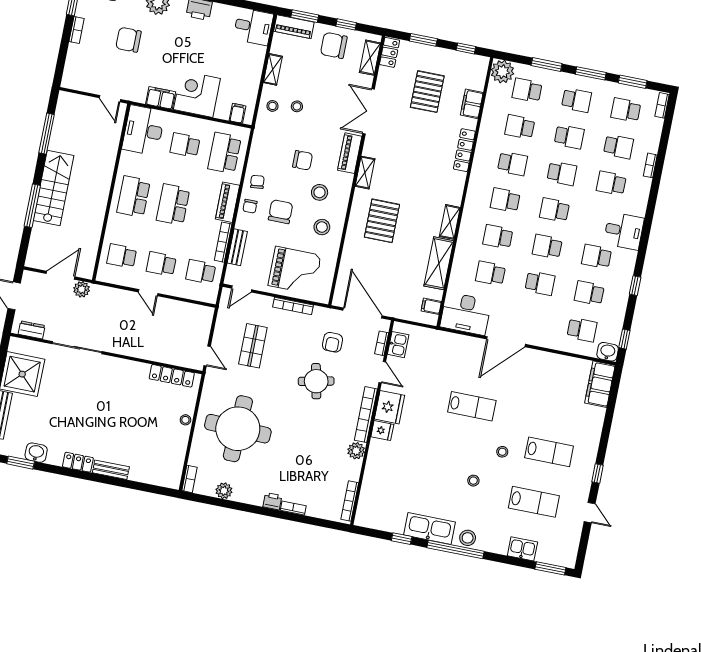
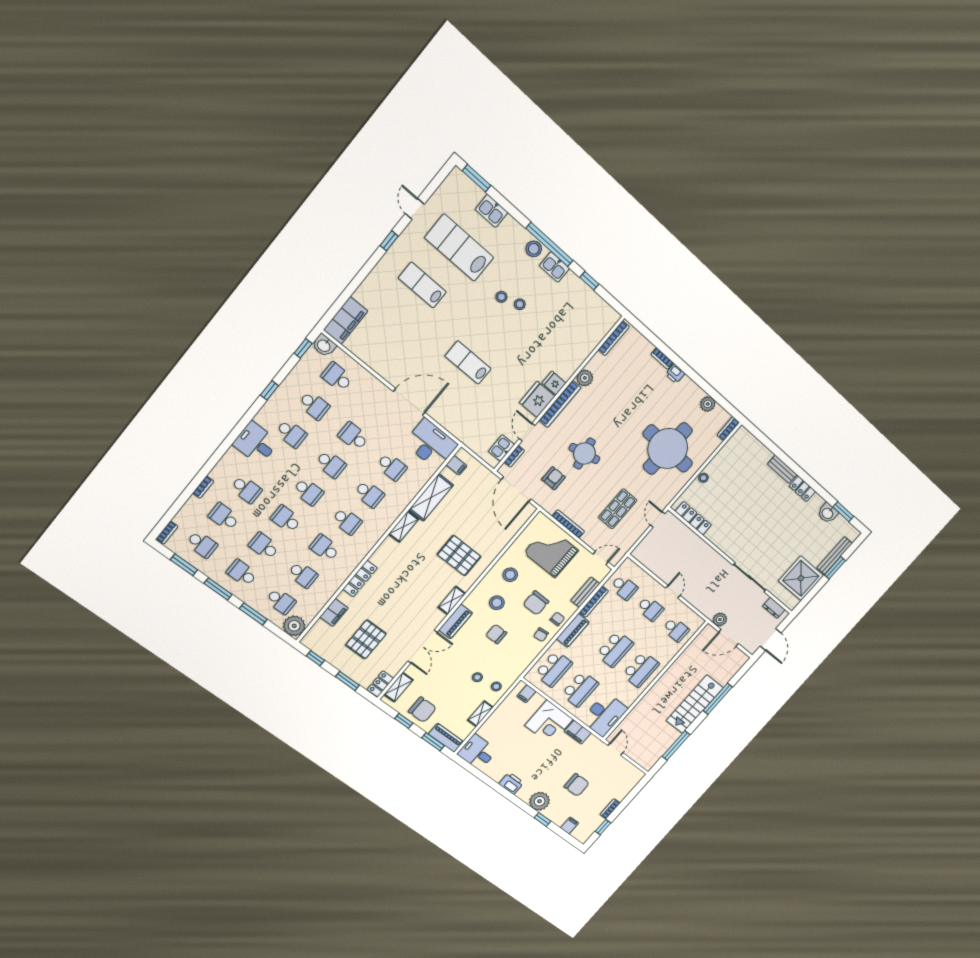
school desk: (185, 145) -> (580, 689), width x1.85
pallet: (382, 221) -> (459, 555), turned 90
stool: (502, 452) -> (520, 304), moved
lab bench: (534, 502) -> (459, 248), width x1.36, depth x1.39
kitchen sink: (430, 528) -> (554, 267), width x0.53, depth x0.81

